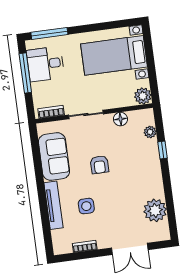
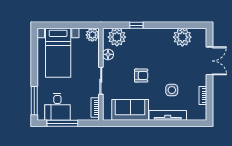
plant: (150, 132) -> (117, 37), width x1.88, depth x1.88

